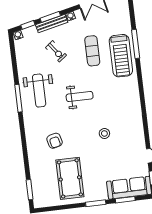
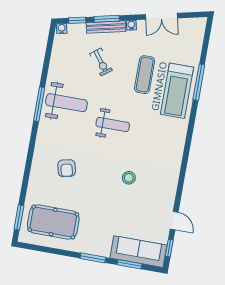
weight bench: (39, 91) -> (66, 103), turned -90
pool table: (70, 178) -> (53, 222), moved, turned 90

